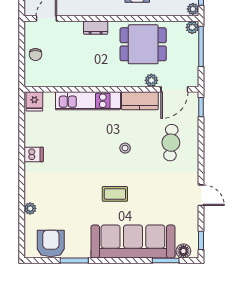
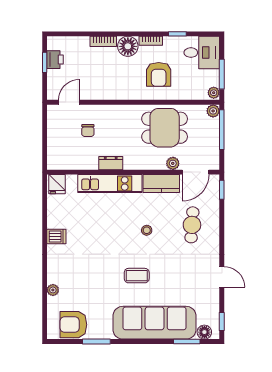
dresser: (96, 28) -> (111, 163), moved, turned 180
chair: (35, 55) -> (88, 130), moved
armchair: (51, 243) -> (73, 325), turned -90

